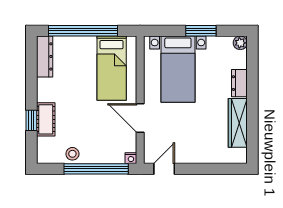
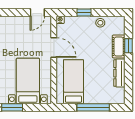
window: (83, 31) -> (93, 107), width x0.68
dresser: (45, 56) -> (119, 73), moved
window: (96, 169) -> (84, 12), width x0.32

